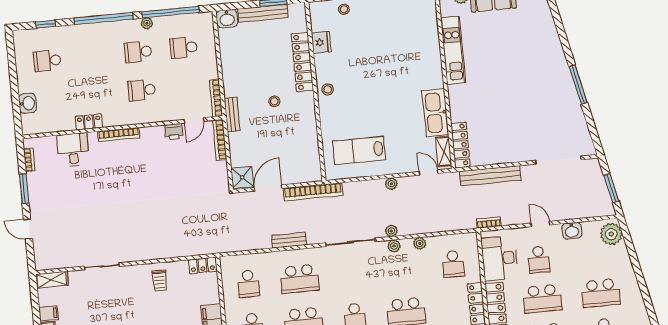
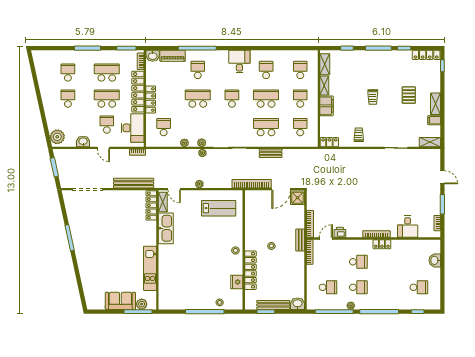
locker: (89, 122) -> (382, 244), moved
school desk: (601, 293) -> (68, 99), width x0.54

